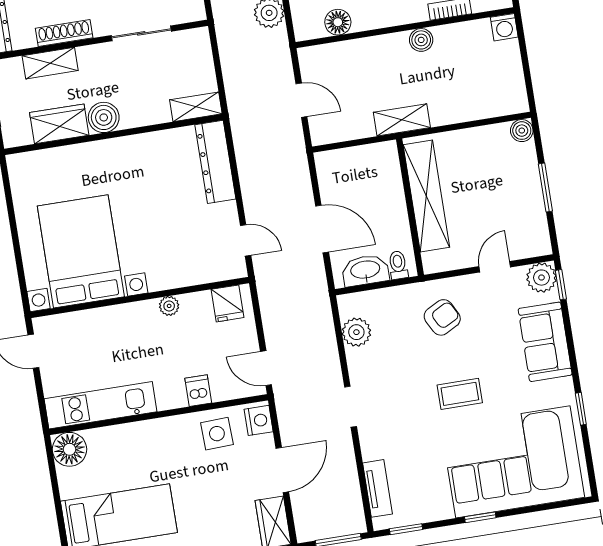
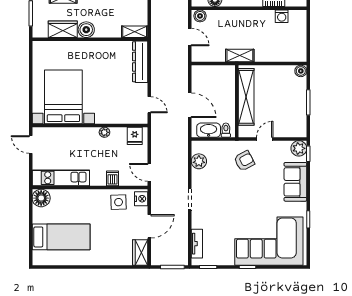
washing machine: (504, 27) -> (282, 16), moved
boiler: (421, 40) -> (200, 16), moved
door: (495, 267) -> (265, 139), moved
coffee table: (460, 394) -> (247, 202), removed

